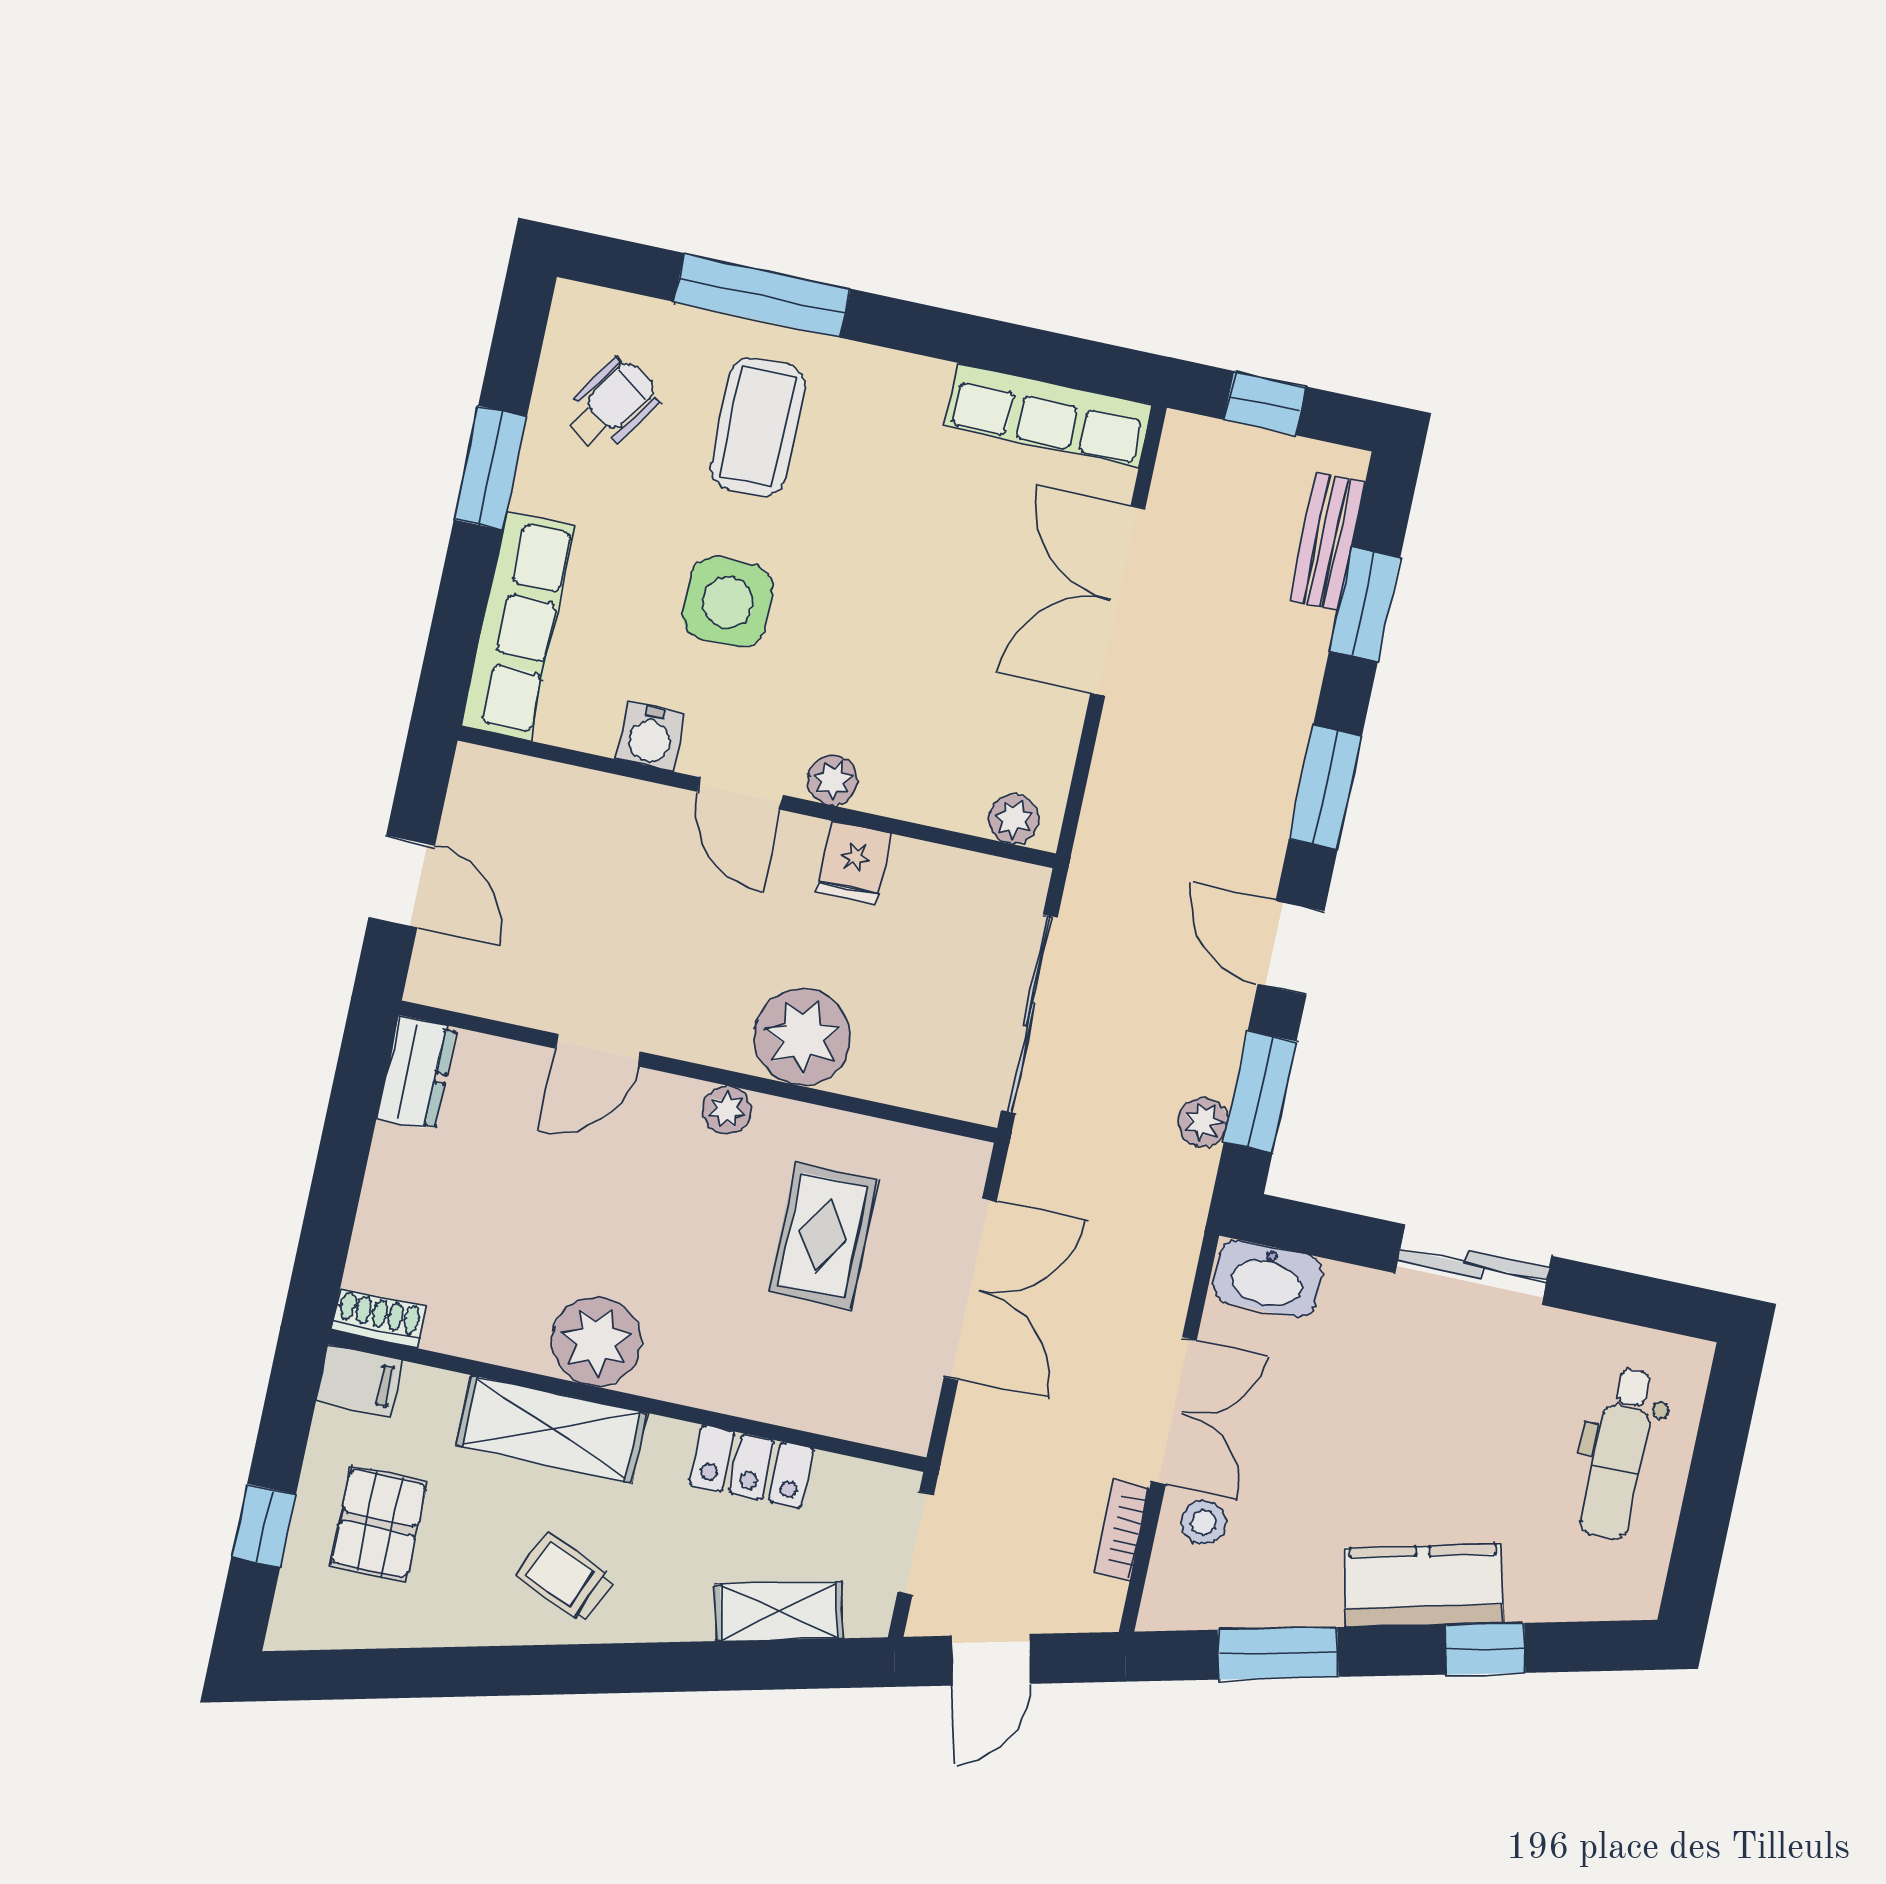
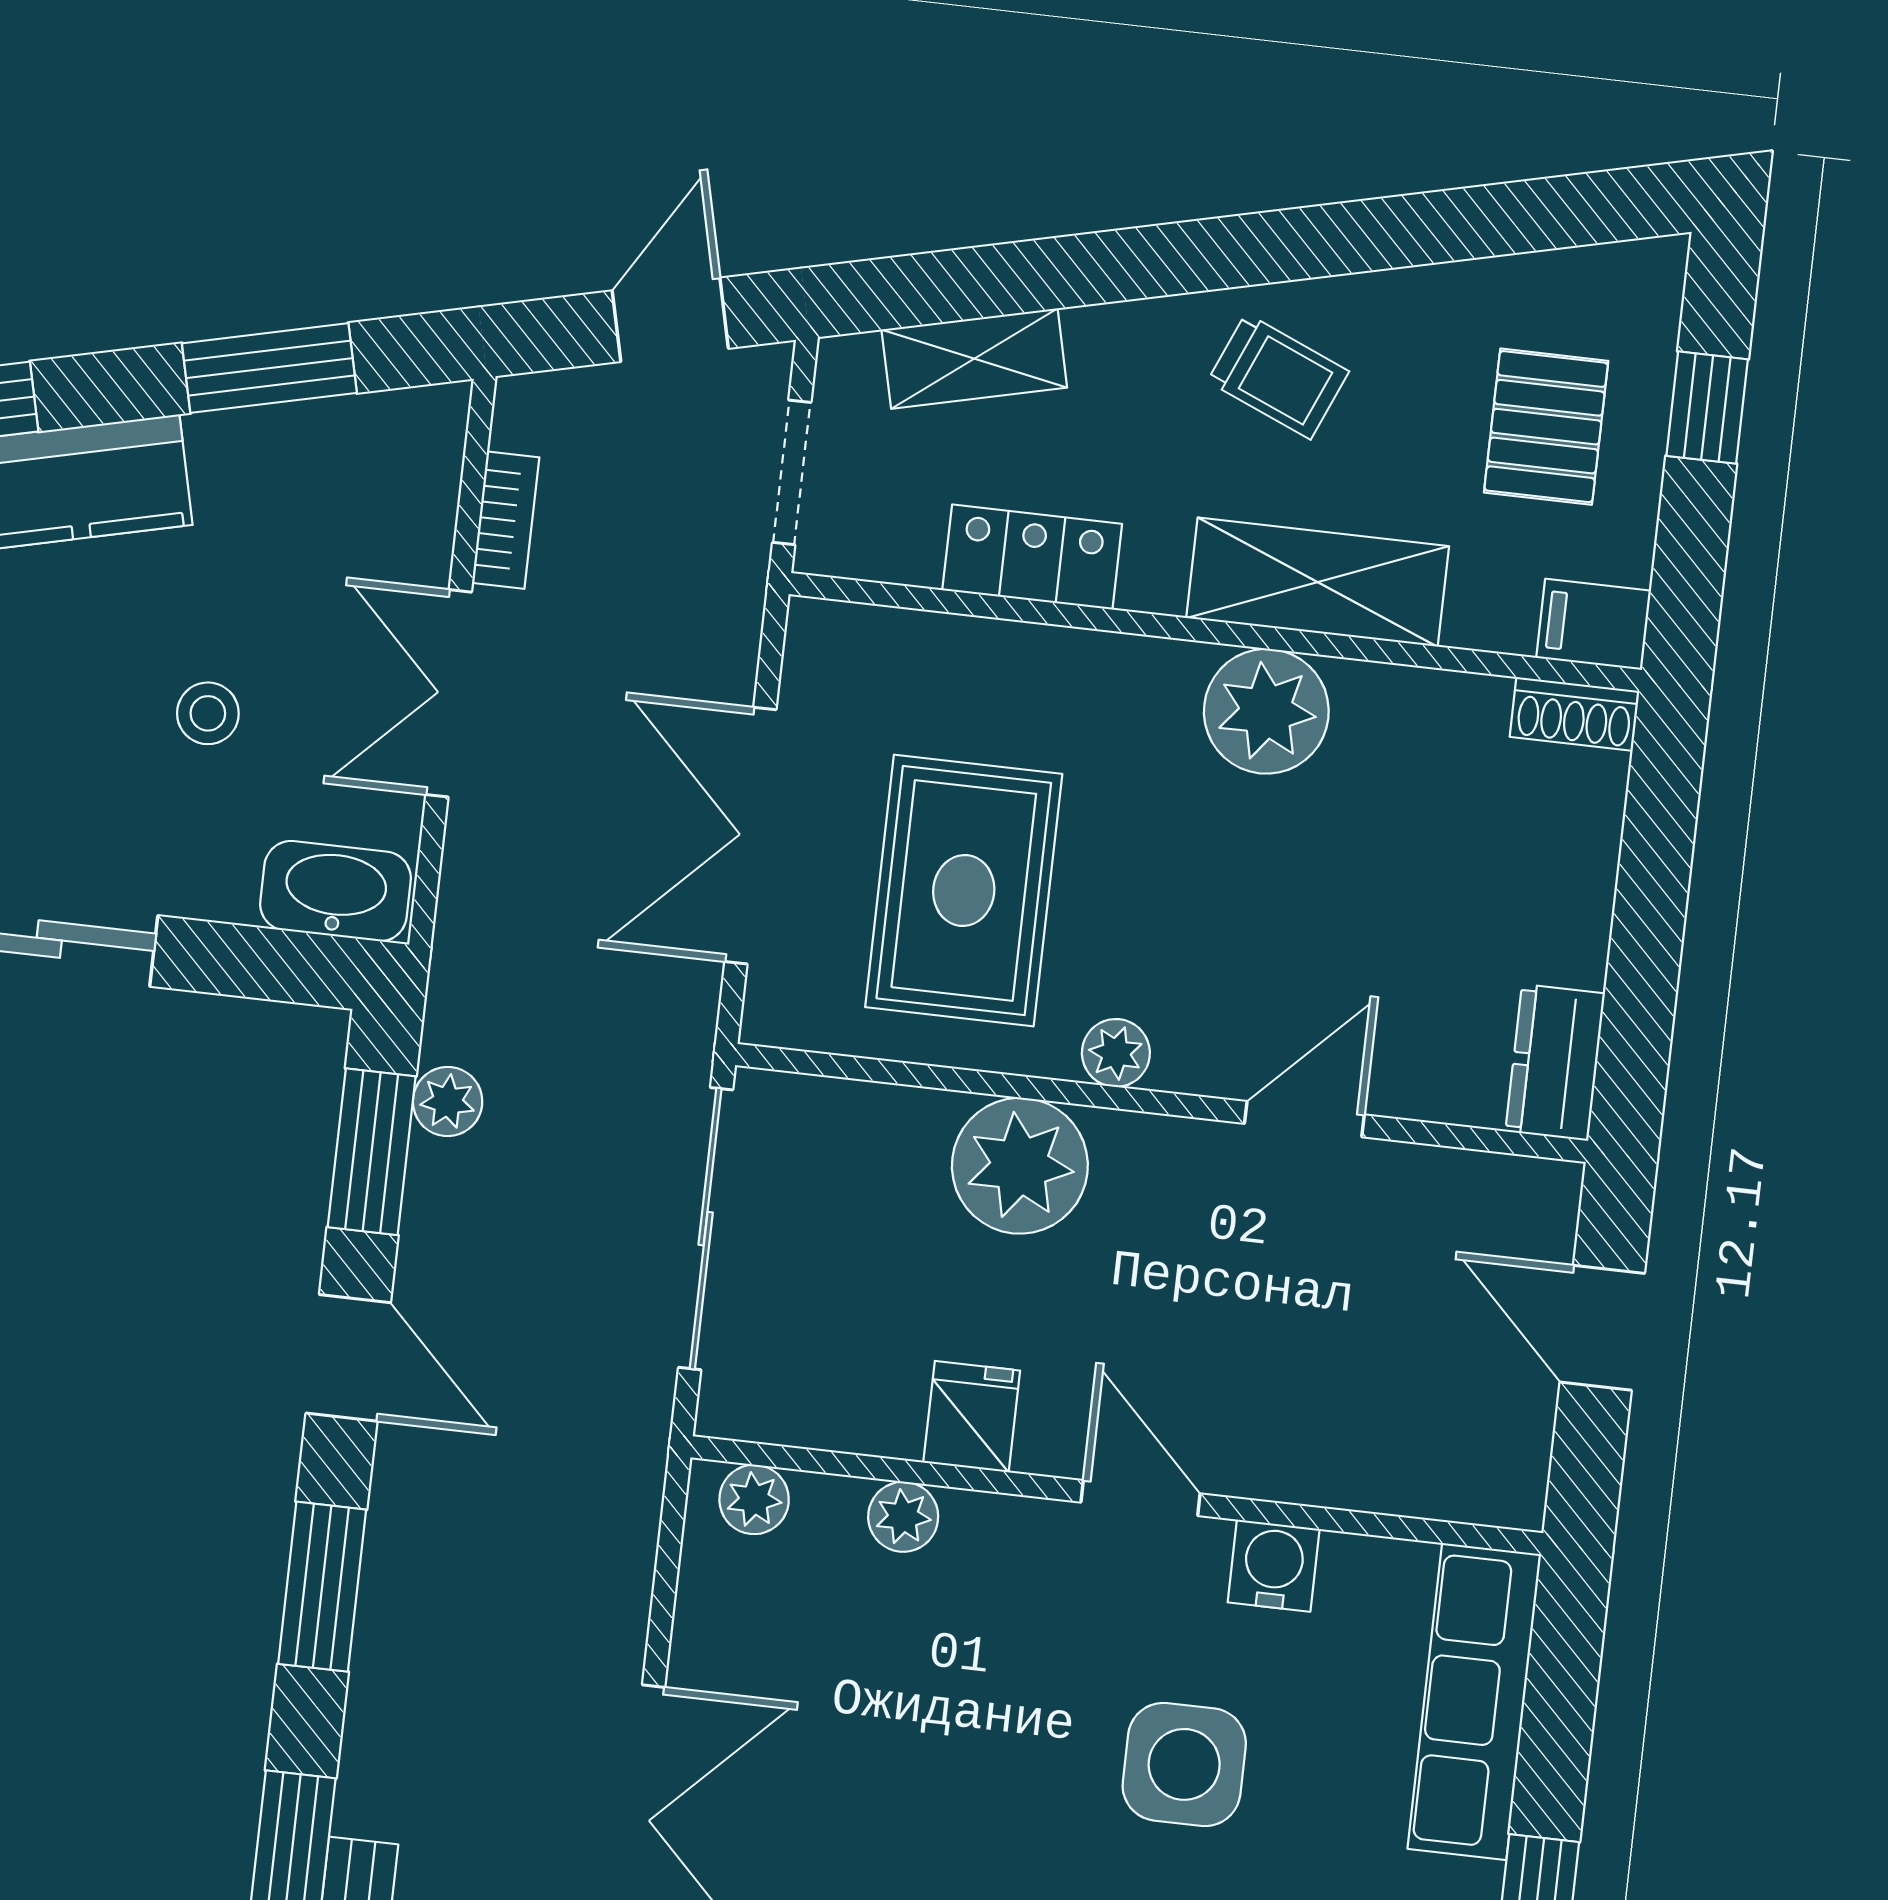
plant: (833, 780) -> (903, 1517), moved
rug: (823, 1236) -> (964, 891), width x1.36, depth x1.43
stool: (1204, 1522) -> (208, 713), moved

